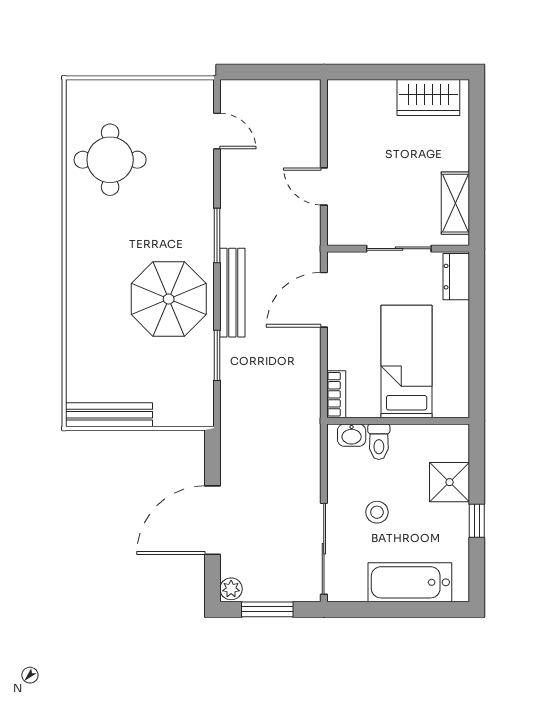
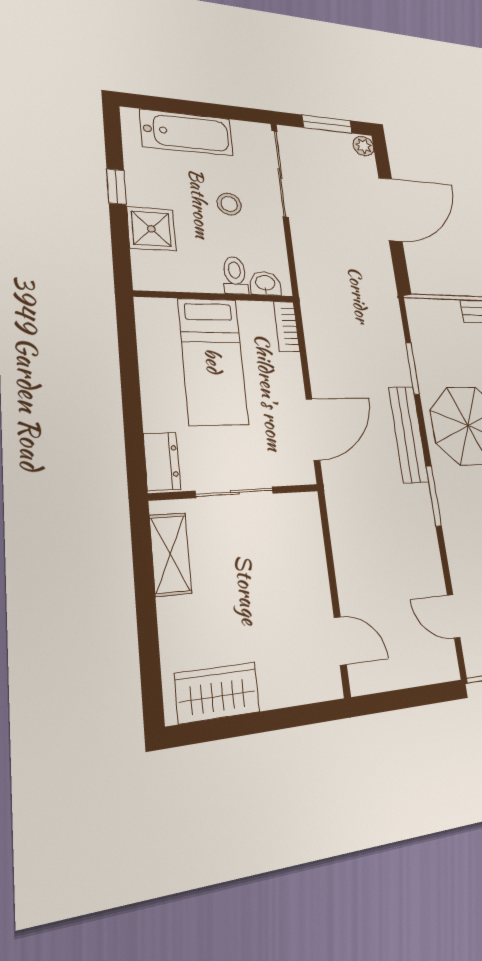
door: (324, 186) -> (340, 641), moved

